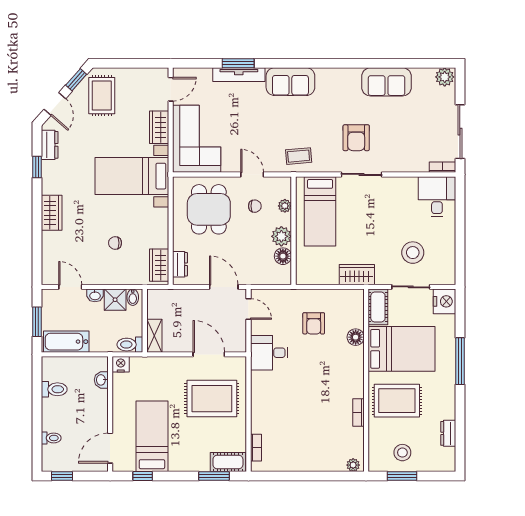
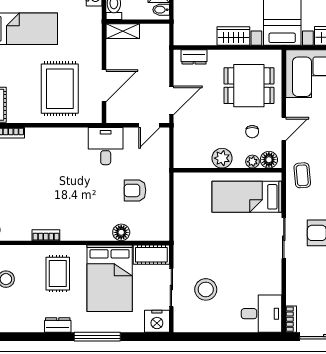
floor lamp: (283, 256) -> (269, 160), moved
wardrobe: (159, 265) -> (233, 36), moved
wardrobe: (357, 275) -> (184, 234), removed
rug: (397, 401) -> (58, 274), width x0.73, depth x0.70
dresser: (448, 433) -> (58, 325), moved

